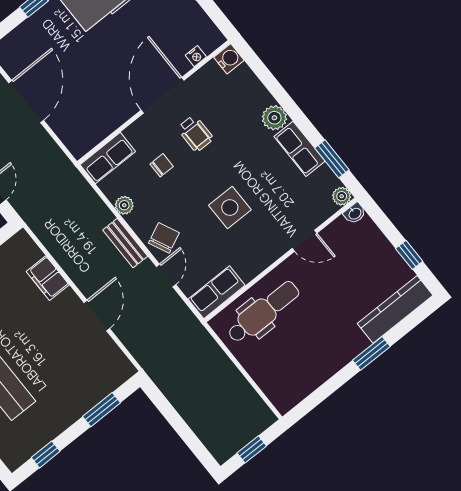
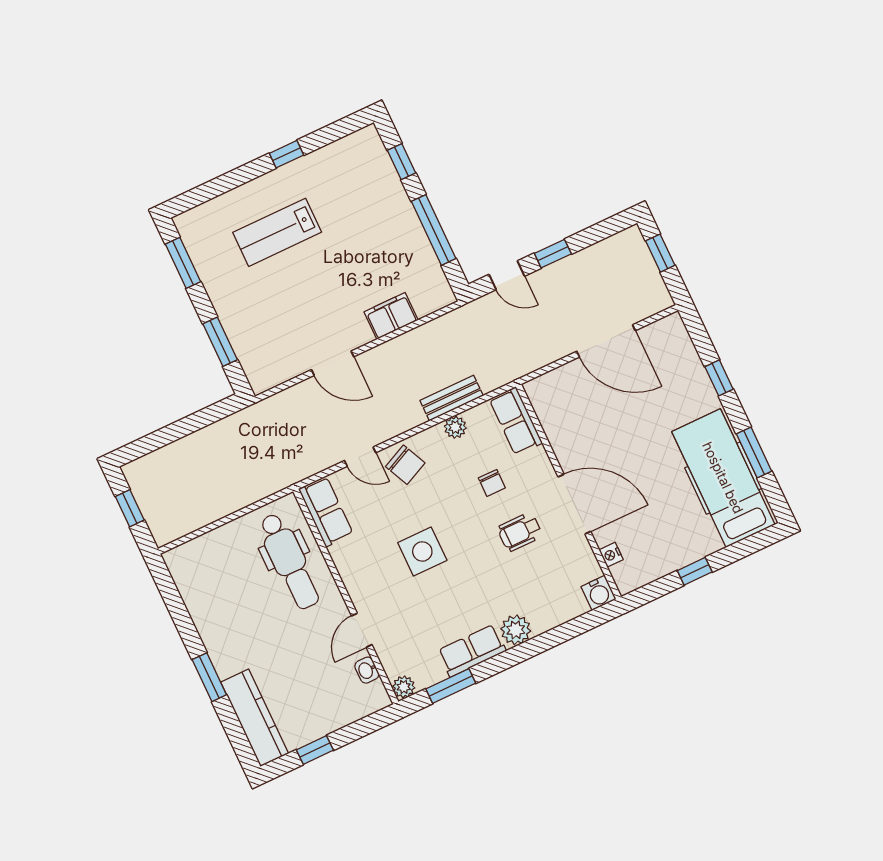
washbasin: (355, 213) -> (367, 670), moved
bench: (125, 243) -> (452, 398), moved
window: (46, 454) -> (183, 263), width x1.50

